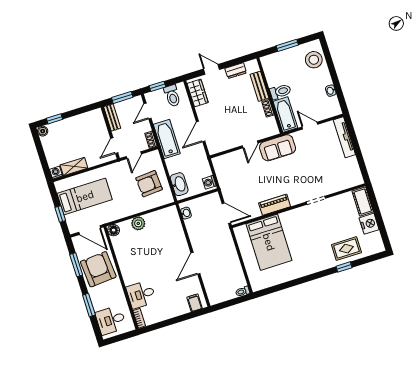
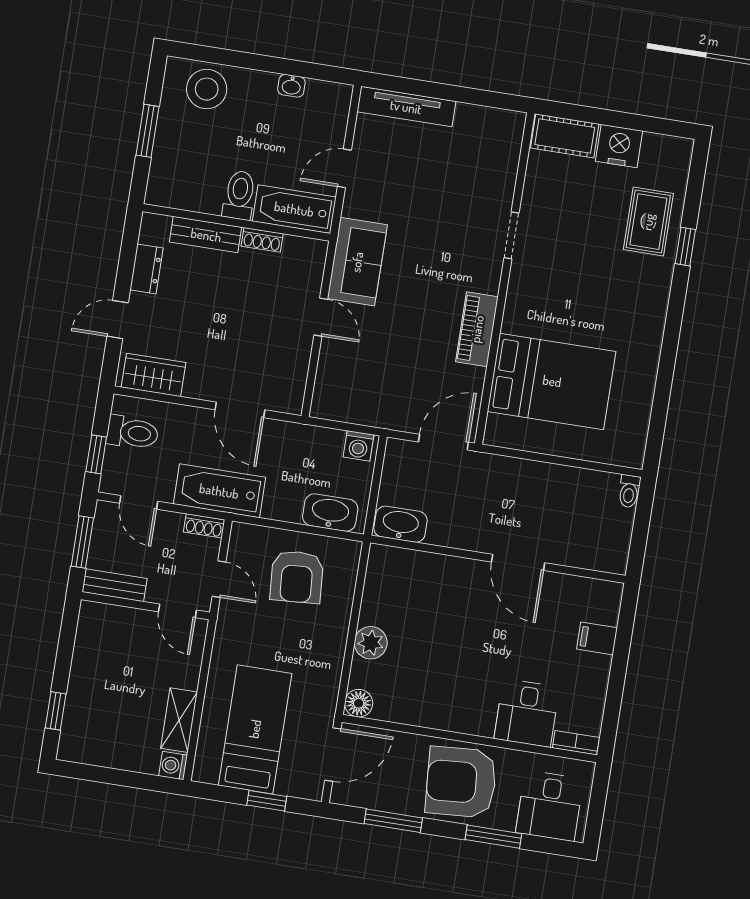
boiler: (43, 131) -> (69, 750), removed
washbasin: (186, 213) -> (400, 524), width x1.91, depth x1.45
armchair: (98, 269) -> (461, 782), moved
filing cabinet: (195, 303) -> (597, 638), moved

